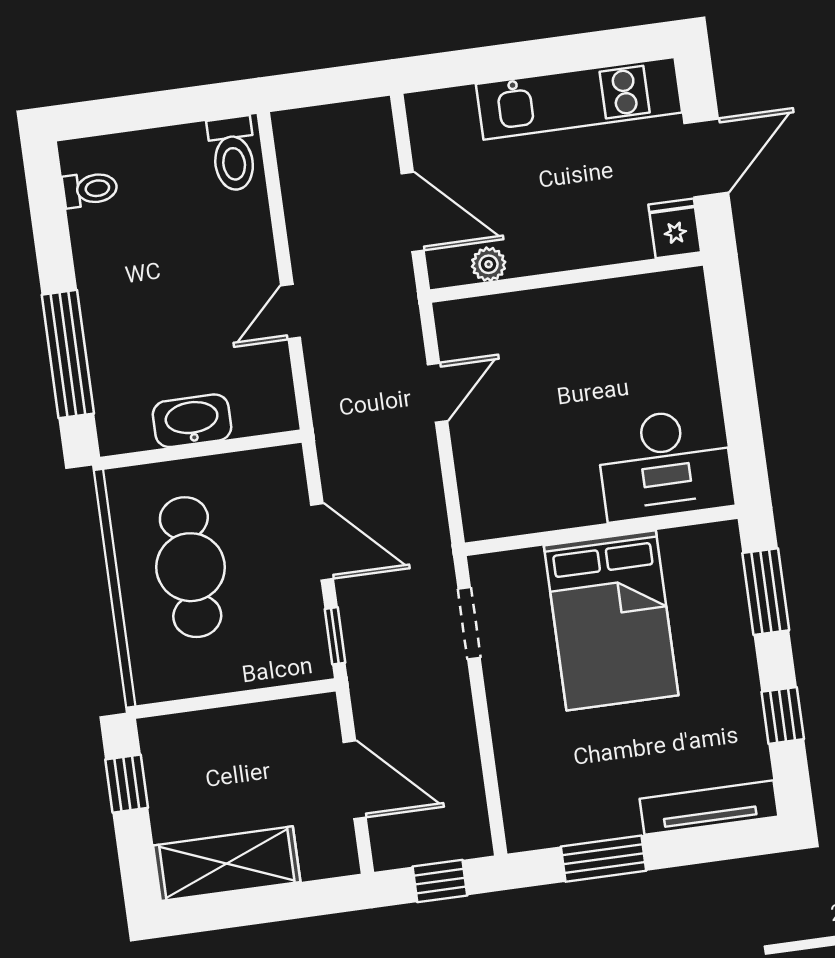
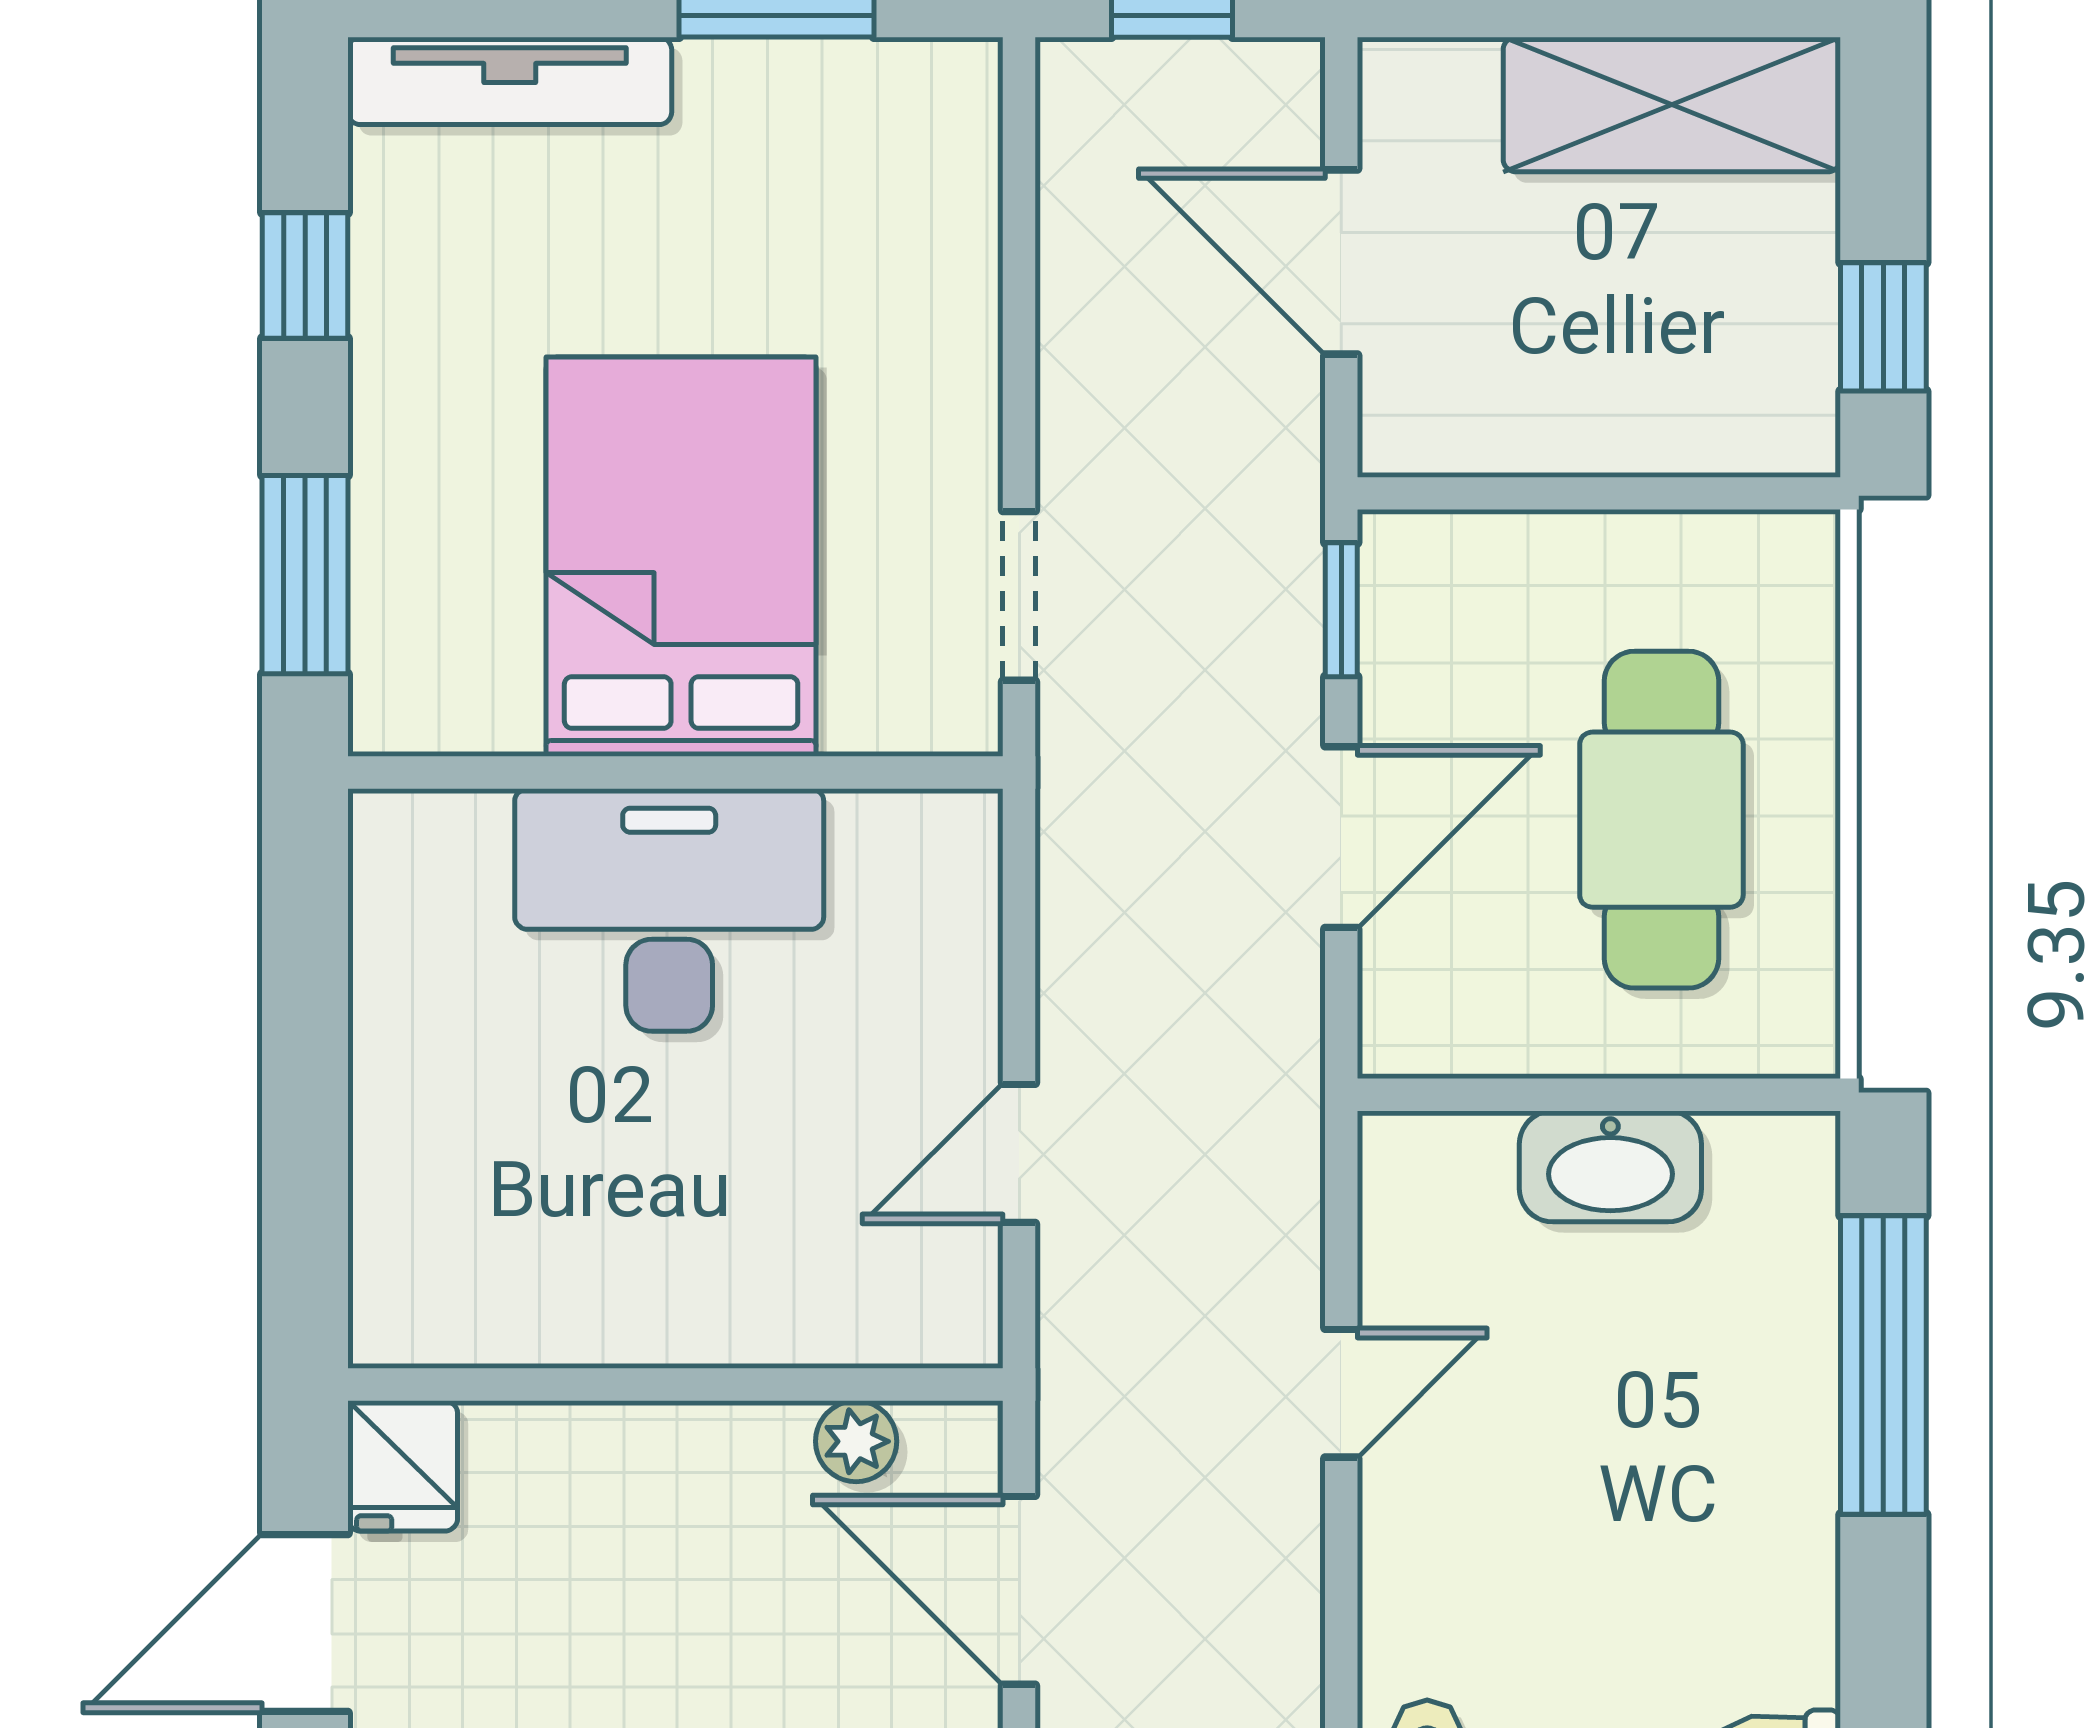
desk: (665, 464) -> (669, 910), moved
door: (322, 542) -> (1341, 837), swing flipped

